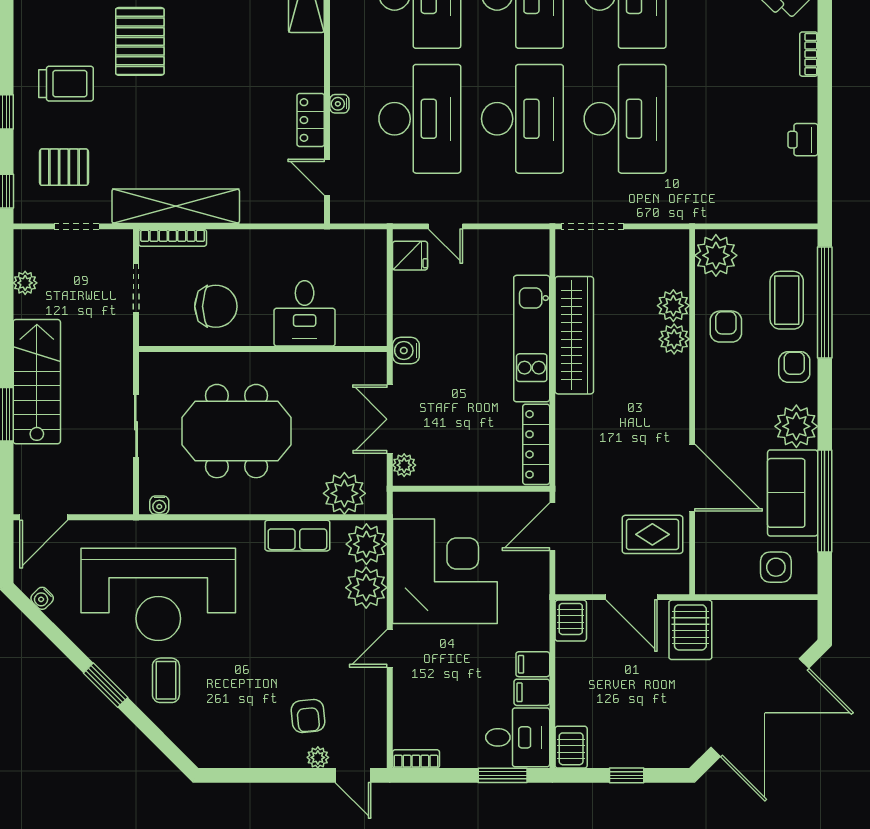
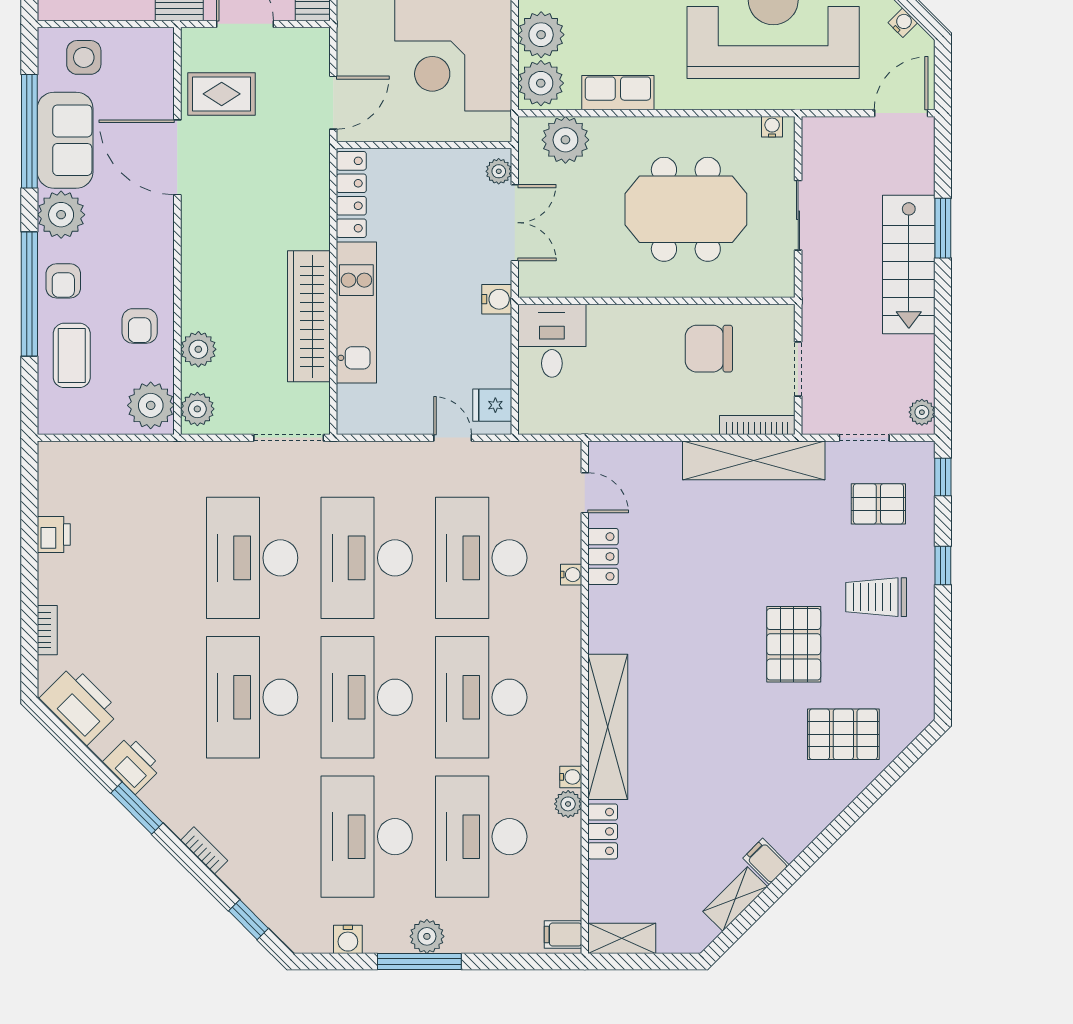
plant: (25, 283) -> (922, 412), moved
window: (825, 302) -> (29, 294), moved
desk: (305, 313) -> (552, 341), moved
plant: (674, 339) -> (197, 409), moved

